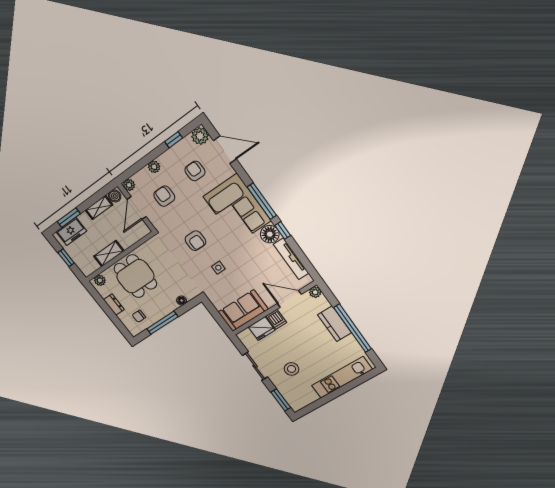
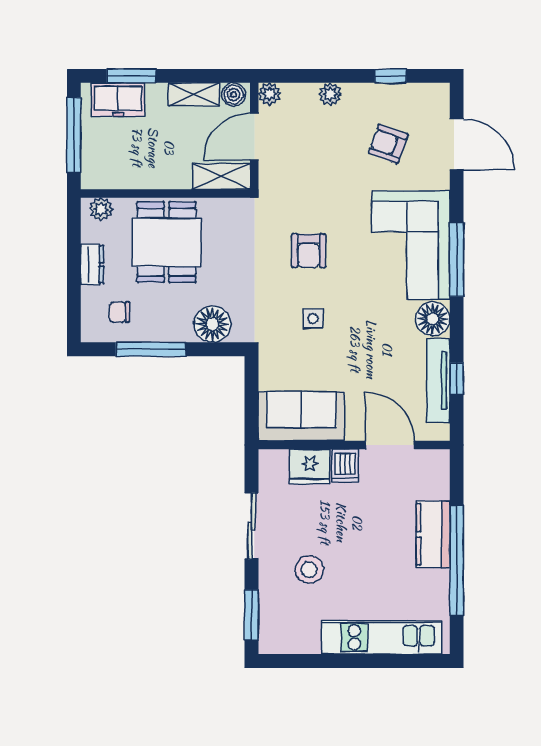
plant: (200, 136) -> (434, 98), removed
armchair: (195, 171) -> (388, 144), turned -70
armchair: (164, 196) -> (312, 149), removed
window: (283, 230) -> (457, 379), moved
shelving: (109, 254) -> (221, 176), moved
window: (66, 258) -> (74, 135), width x2.17
plant: (315, 292) -> (438, 461), removed
floor lamp: (182, 301) -> (212, 324), width x1.89, depth x1.89

